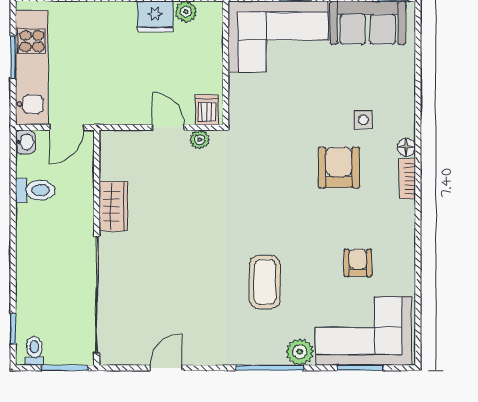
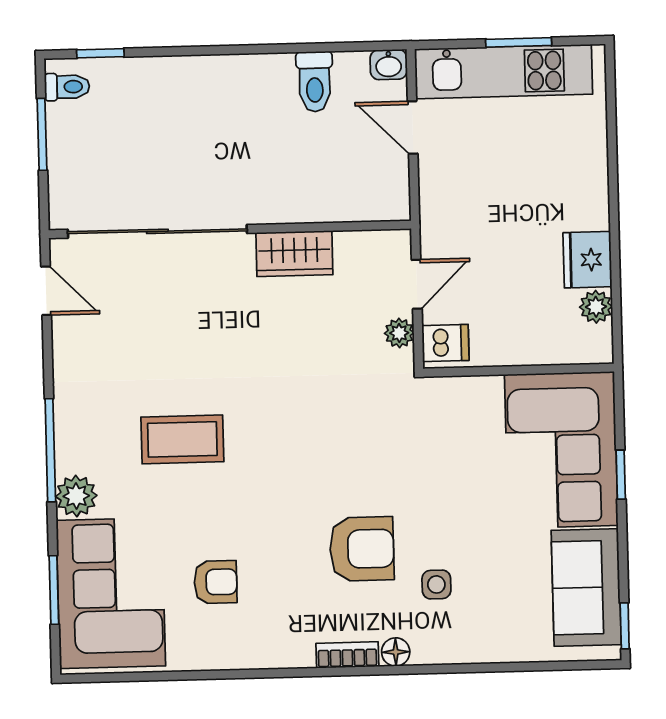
wardrobe: (113, 206) -> (294, 254), moved
wall: (97, 248) -> (230, 229), moved
sliding door: (97, 295) -> (157, 231), moved

